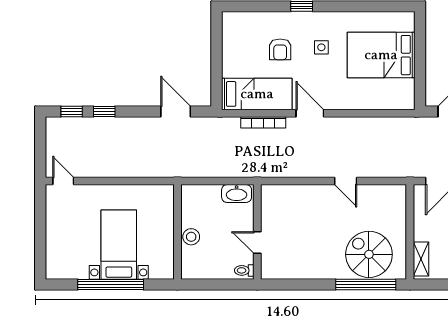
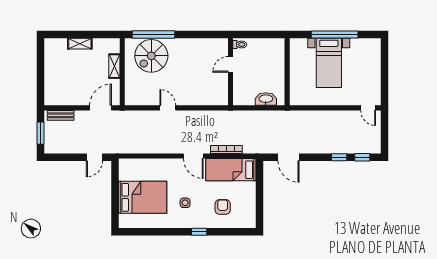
armchair: (280, 49) -> (223, 207), moved
washbasin: (237, 193) -> (266, 99), moved
stool: (191, 237) -> (277, 68), removed
door: (257, 242) -> (231, 64), swing flipped
spiral stairs: (369, 254) -> (151, 56), turned 90
shelving: (421, 259) -> (114, 66), moved

